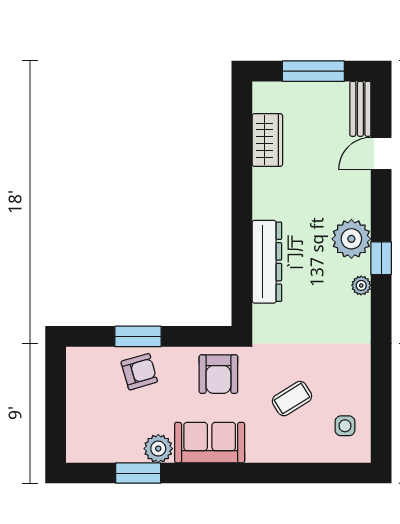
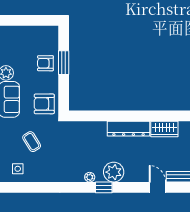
dresser: (267, 262) -> (128, 129), moved
armchair: (139, 372) -> (45, 63), turned 106

